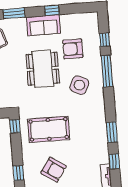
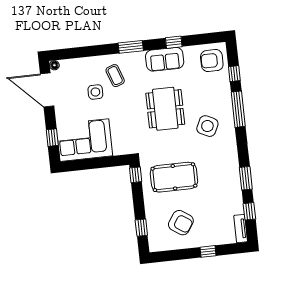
armchair: (73, 49) -> (212, 61), moved

